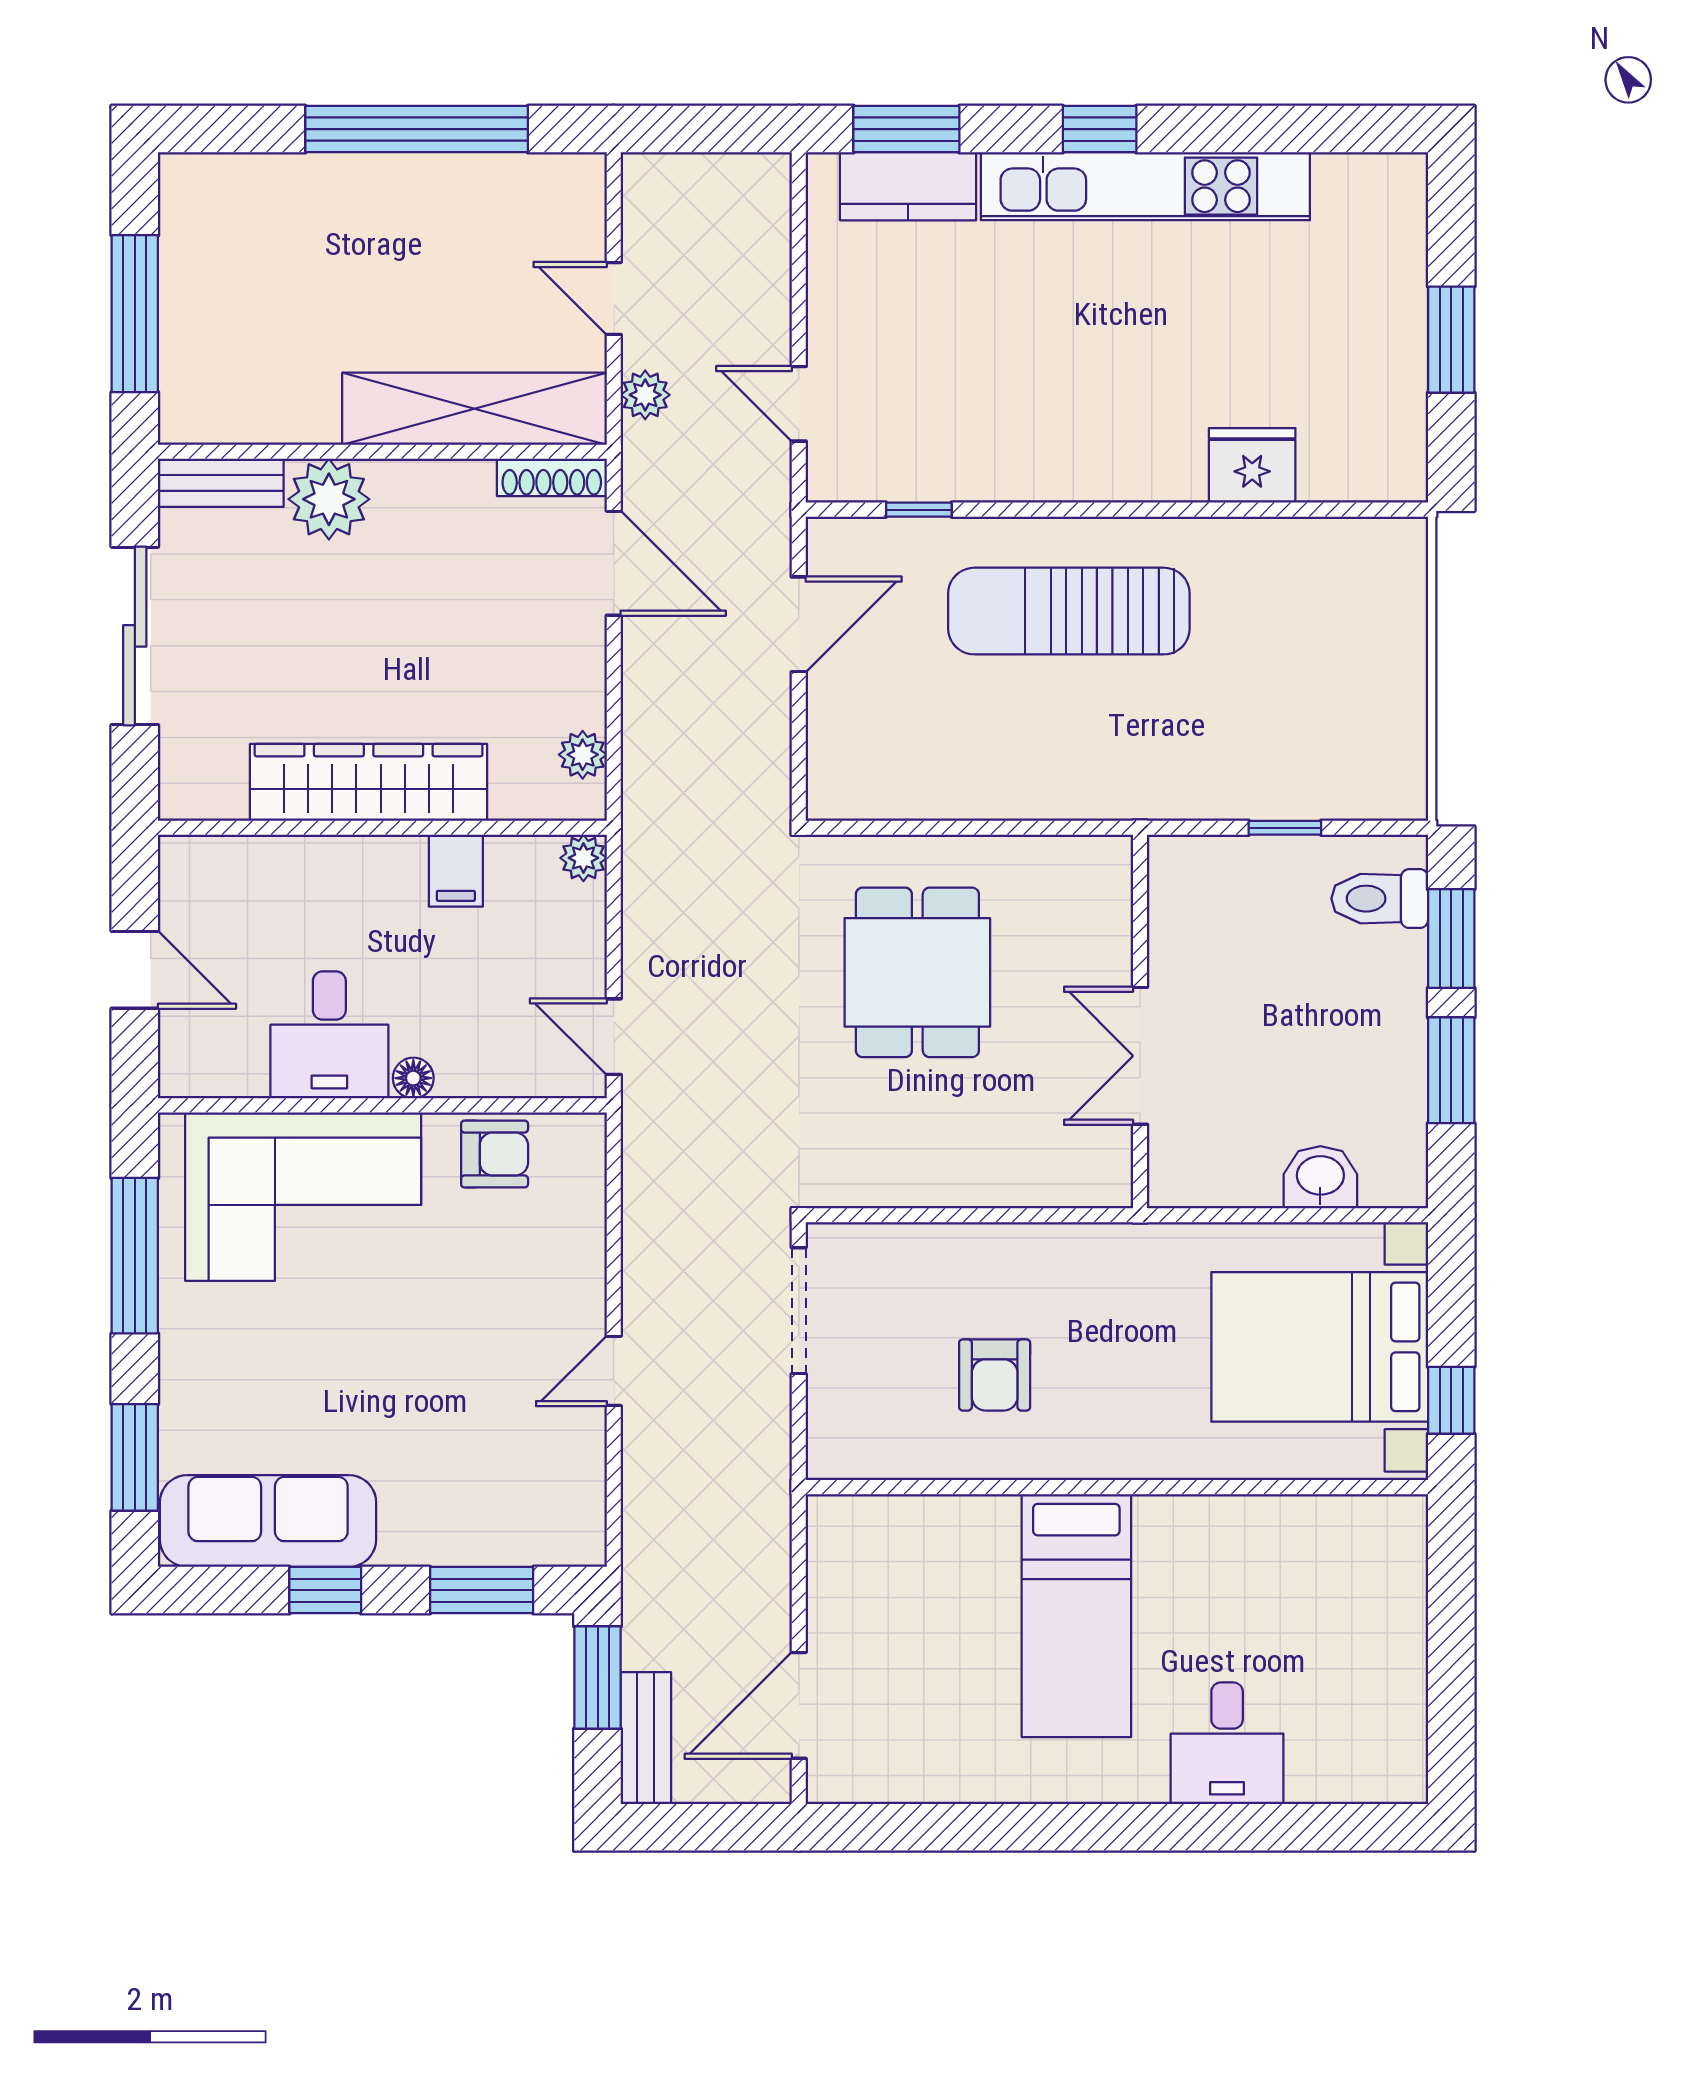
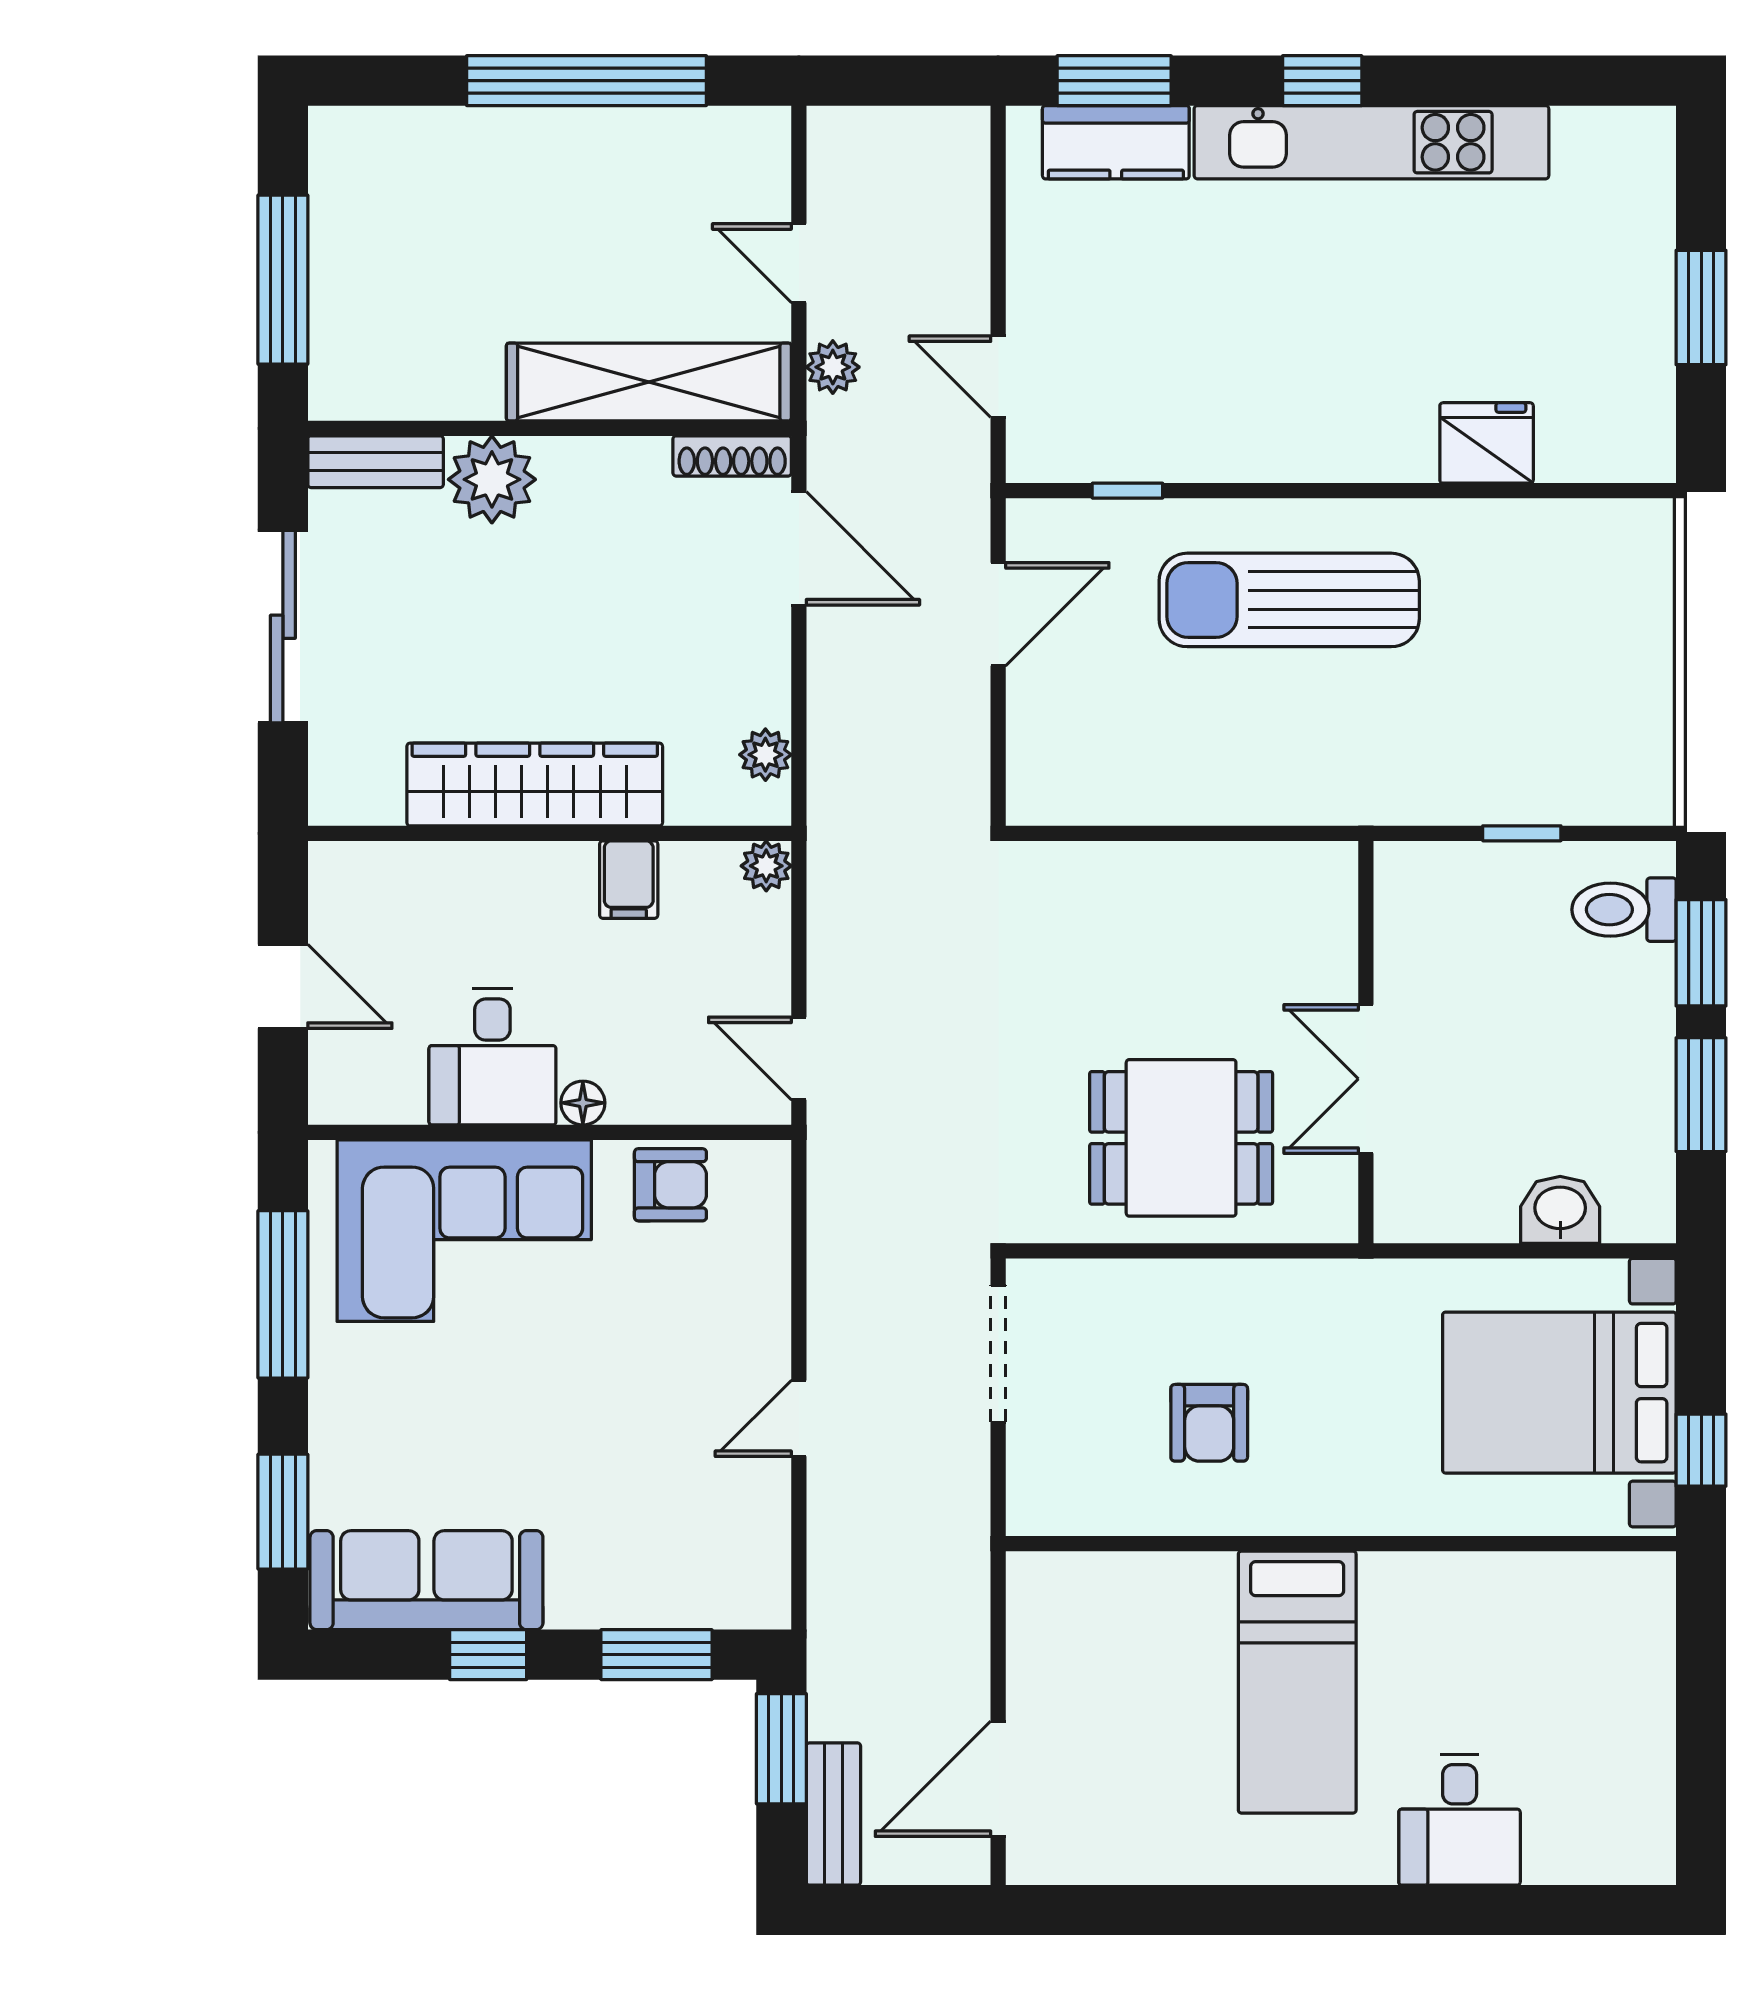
dining table: (917, 972) -> (1181, 1138), moved, turned 90

